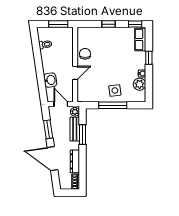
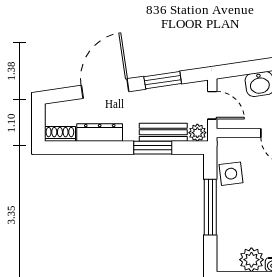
side table: (115, 90) -> (231, 174), moved
door: (61, 104) -> (212, 105), hinge flipped

